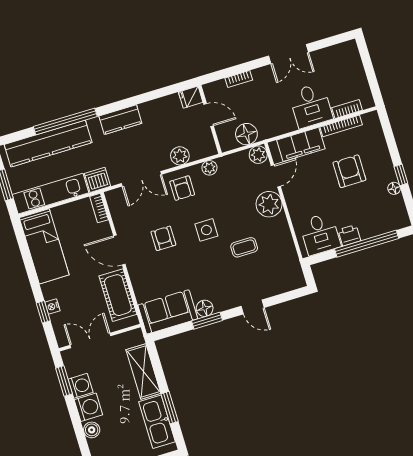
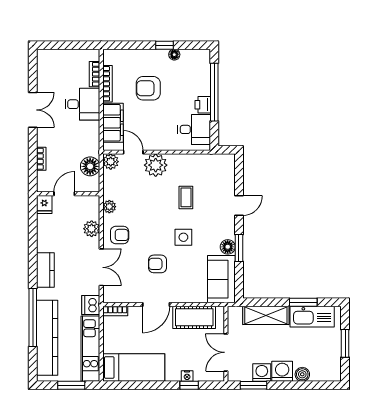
side table: (206, 230) -> (183, 237), moved

